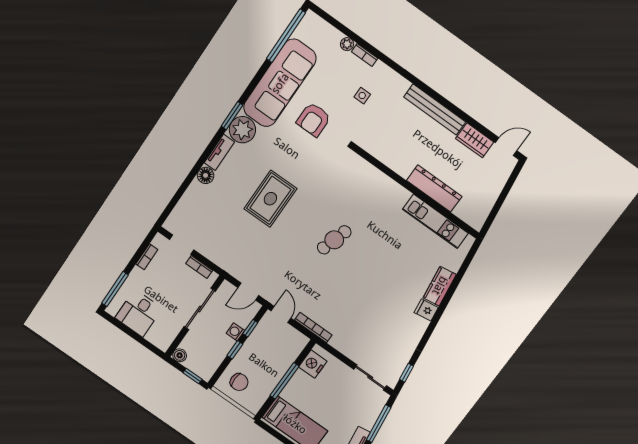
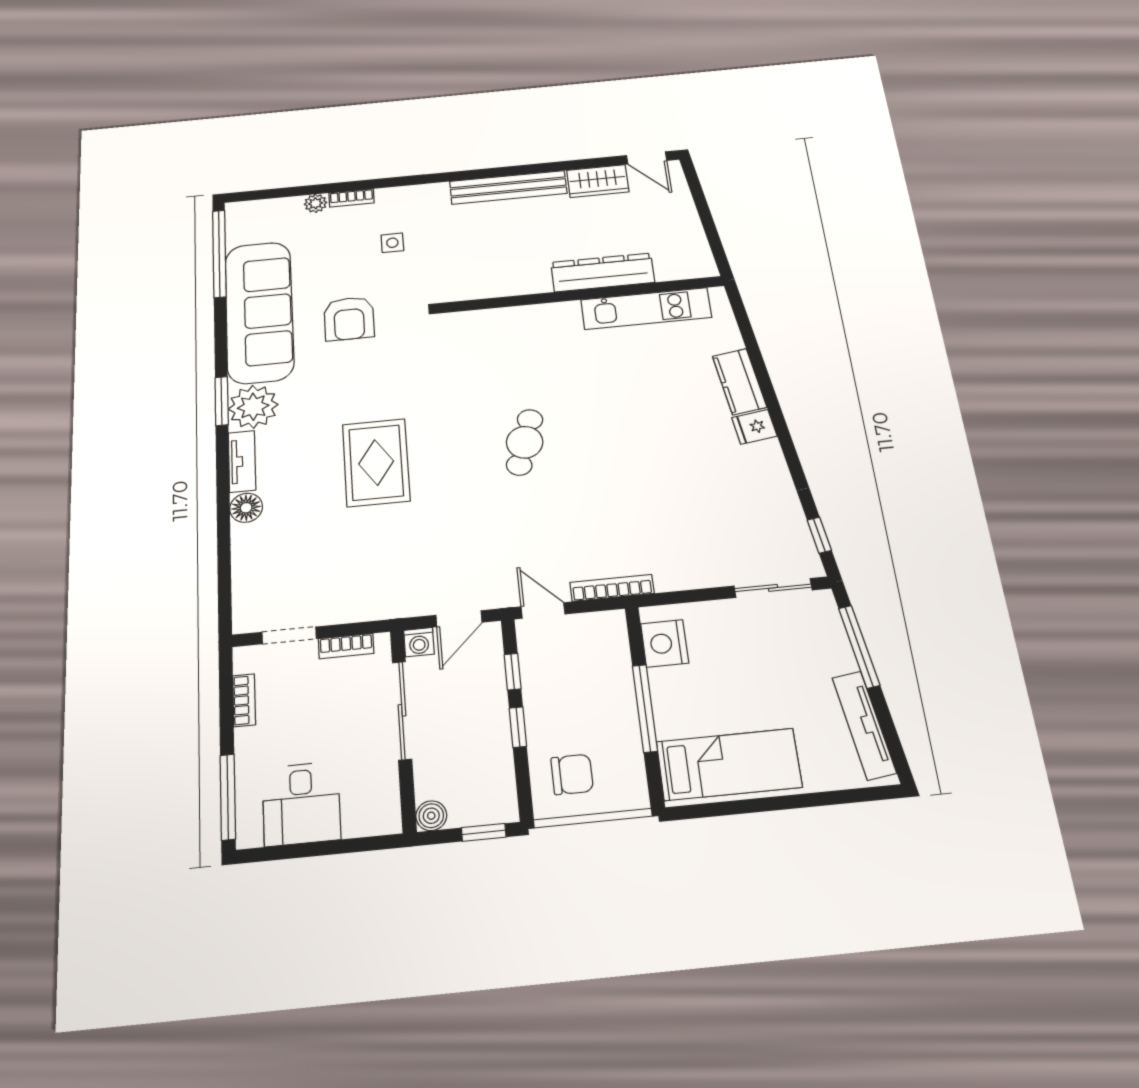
door: (506, 147) -> (647, 158), swing flipped
washing machine: (235, 332) -> (419, 642), moved, turned -90

